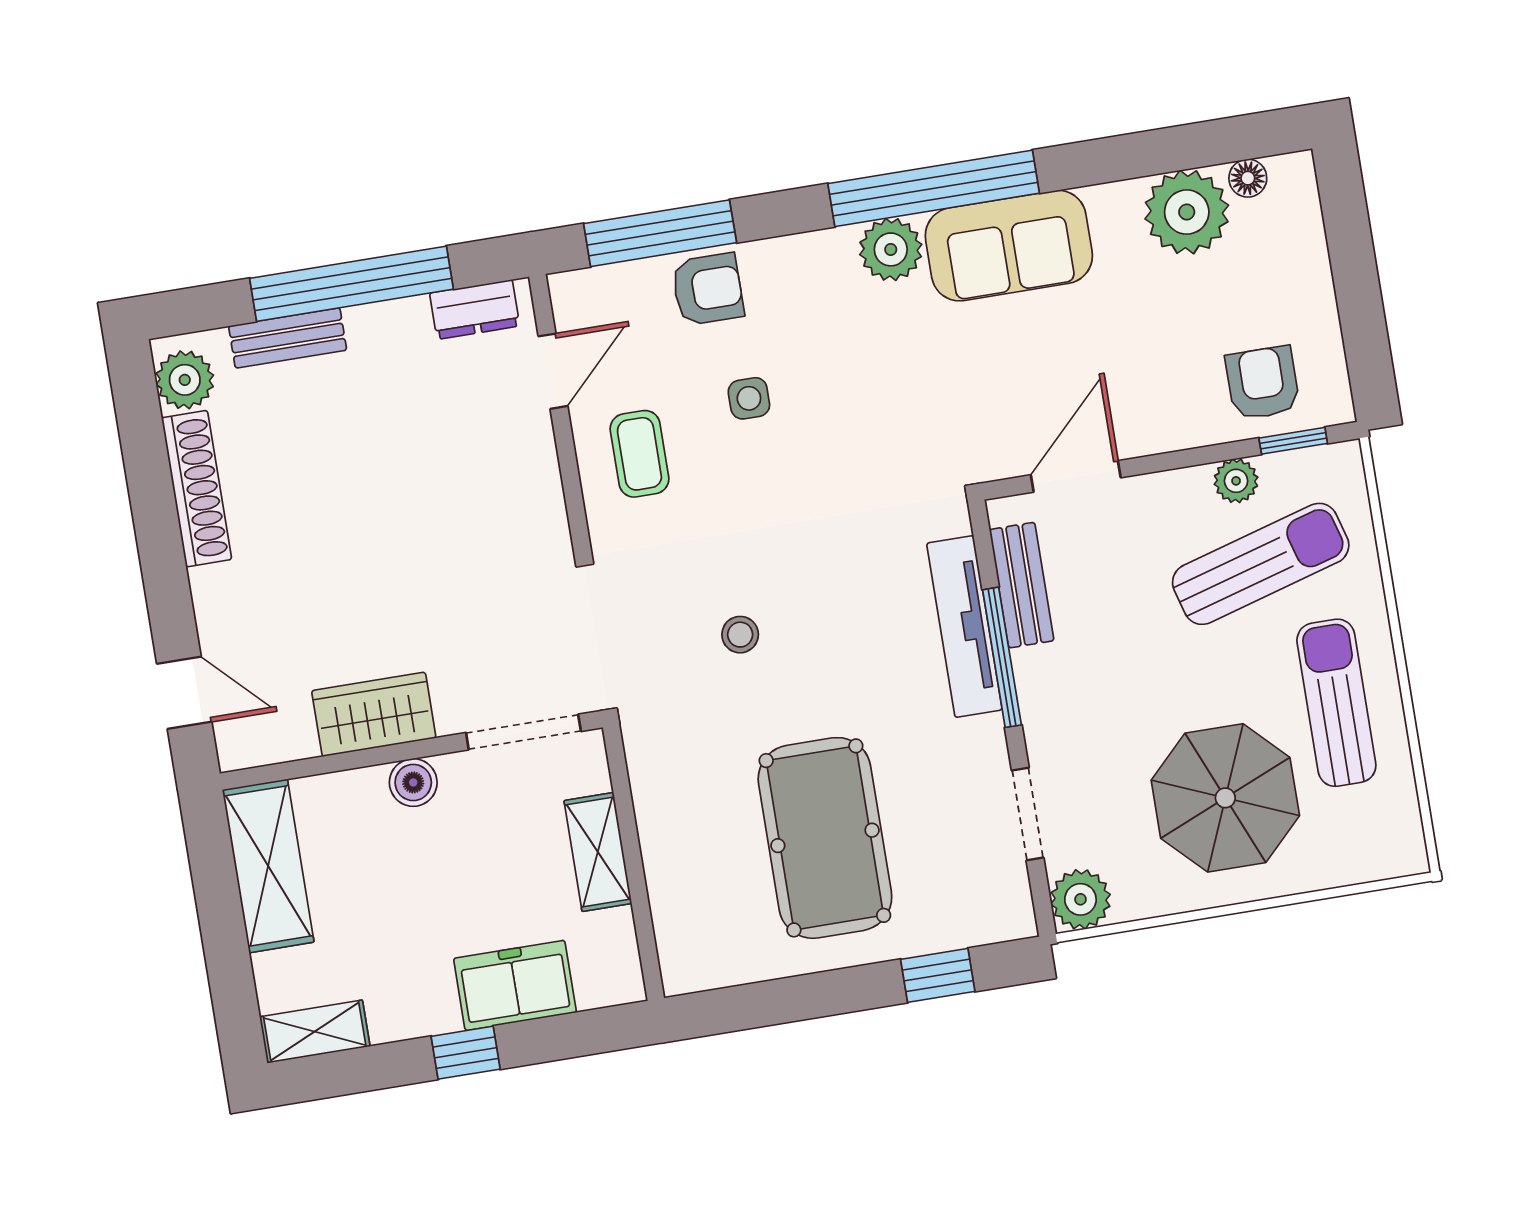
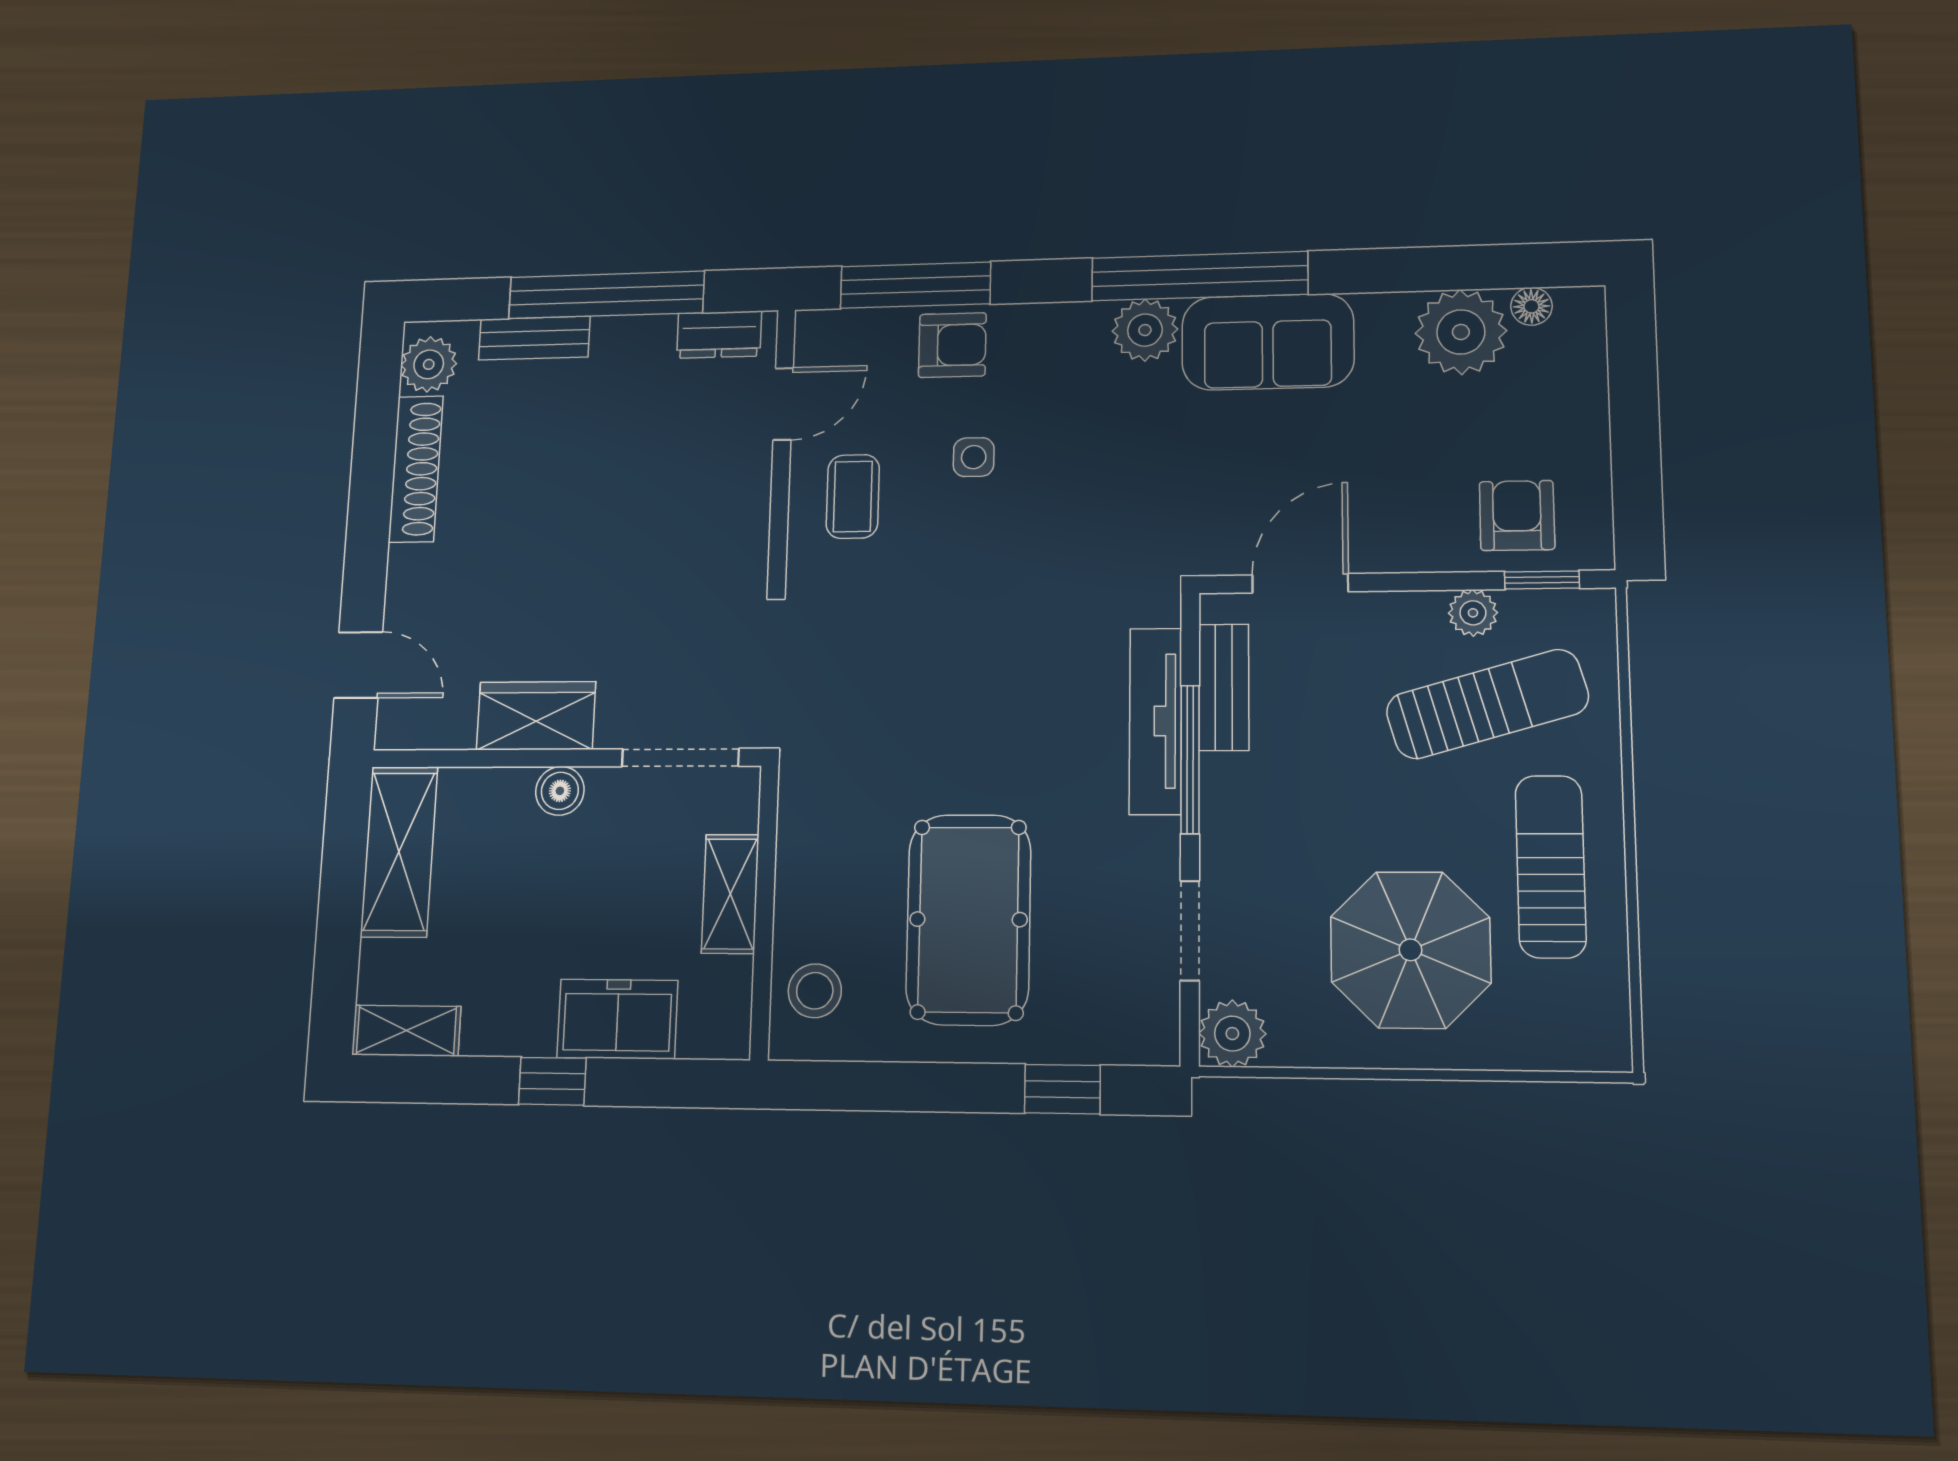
stool: (740, 635) -> (815, 991), moved, width x1.37, depth x1.37

